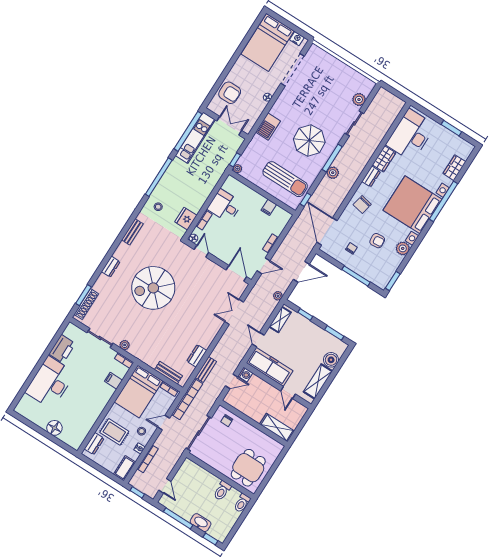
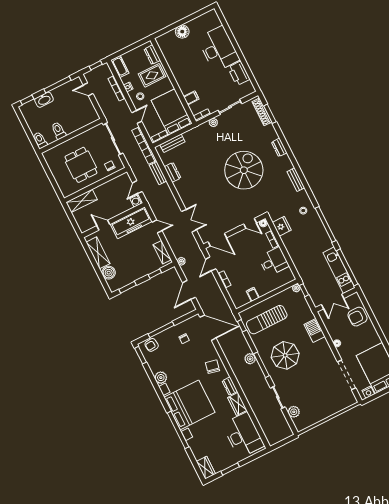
wardrobe: (454, 168) -> (206, 468), moved
armchair: (377, 241) -> (152, 345), moved
dining table: (248, 468) -> (81, 165), moved

